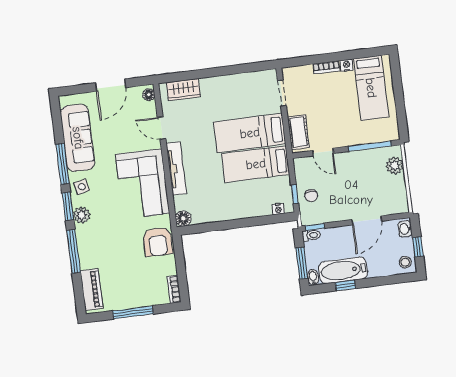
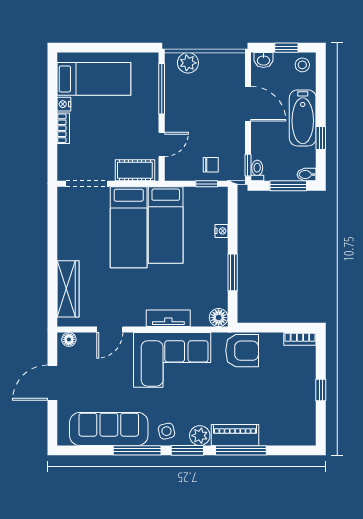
door: (111, 85) -> (52, 383), swing flipped
wardrobe: (183, 89) -> (68, 289), width x1.50
doorway: (282, 93) -> (87, 184), width x1.38
tv unit: (176, 169) -> (168, 318), width x0.71
nightstand: (278, 209) -> (222, 231), moved
window: (223, 225) -> (233, 272), added
bathtub: (343, 270) -> (303, 118), moved
piano: (92, 289) -> (235, 435), moved
window: (133, 312) -> (321, 390), width x0.46

